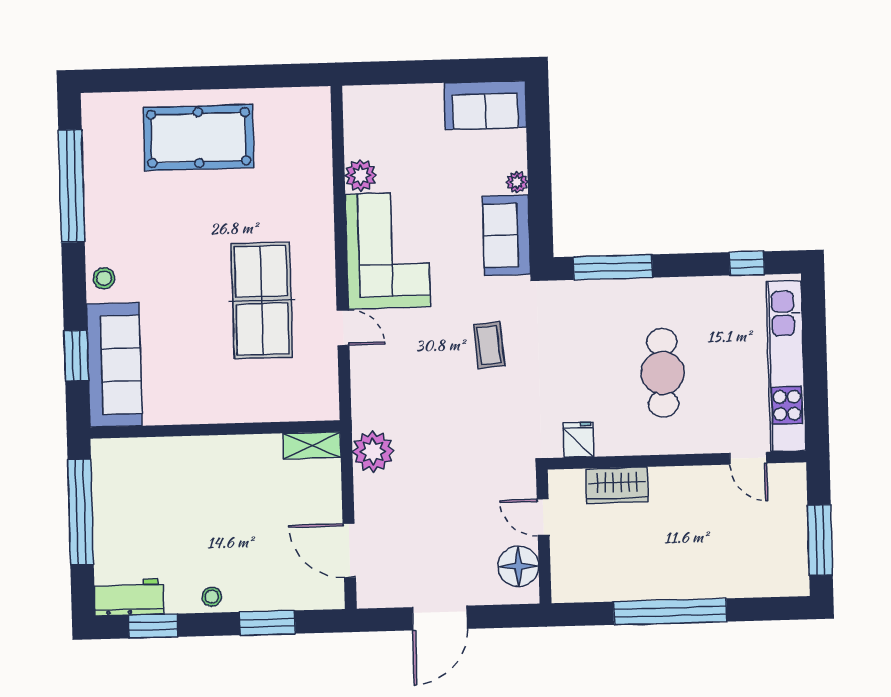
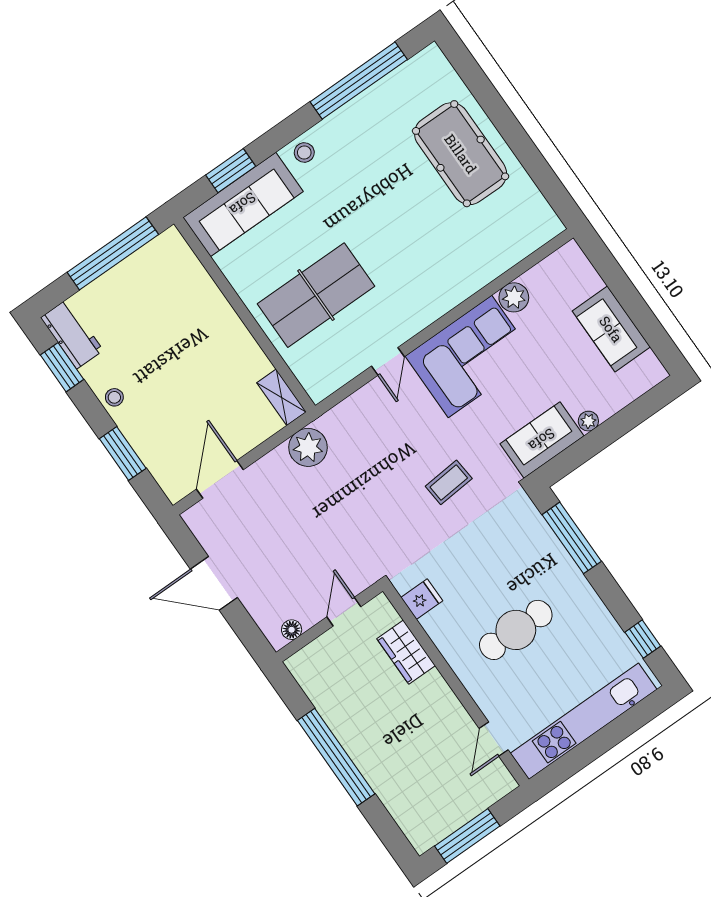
sofa: (485, 105) -> (611, 329), moved
table tennis table: (262, 300) -> (316, 295), moved
floor lamp: (518, 566) -> (292, 630), width x0.53, depth x0.53

